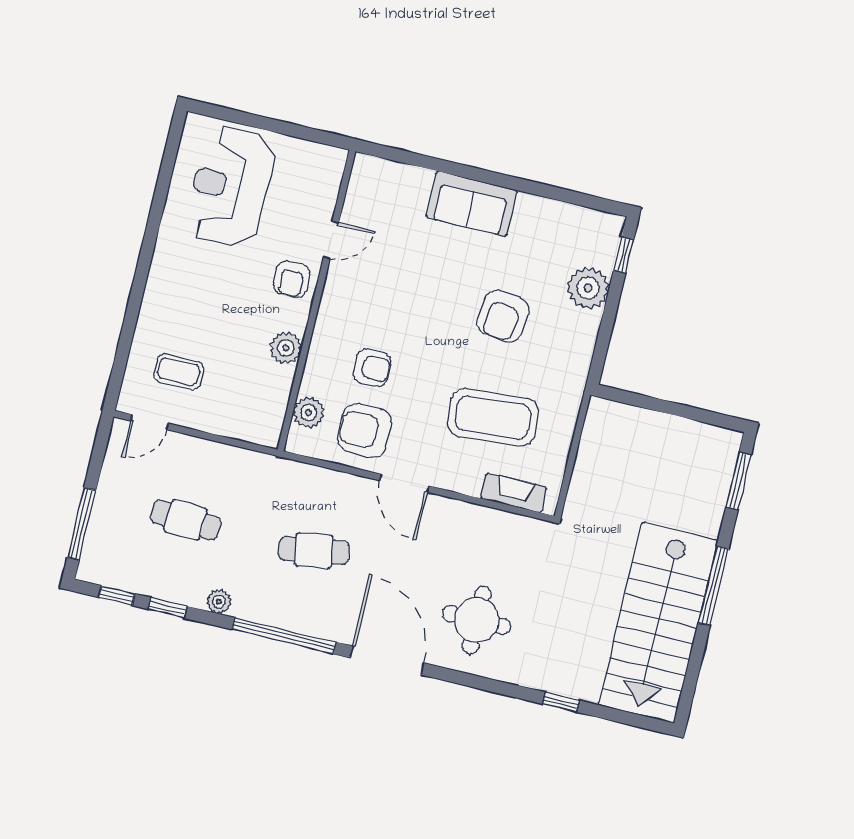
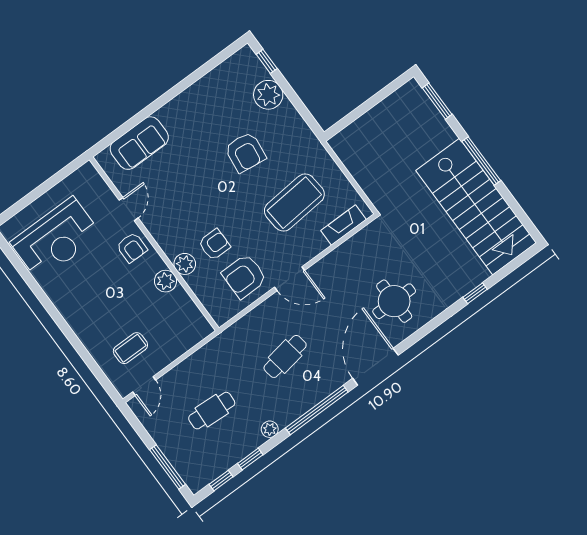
reception desk: (230, 187) -> (56, 239), turned -90
sofa: (471, 204) -> (139, 143), moved
plant: (309, 412) -> (185, 264), moved
door: (387, 660) -> (375, 367), hinge flipped

